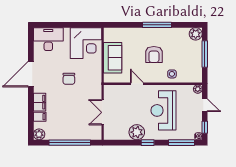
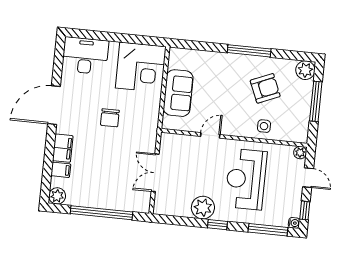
armchair: (154, 54) -> (265, 88), moved, turned -113
door: (137, 84) -> (210, 135), hinge flipped

